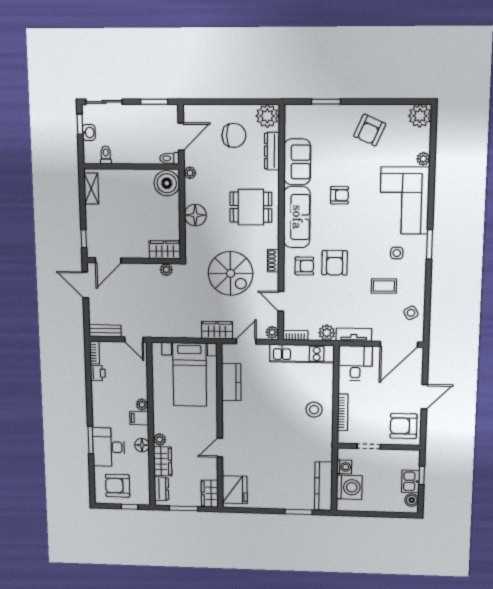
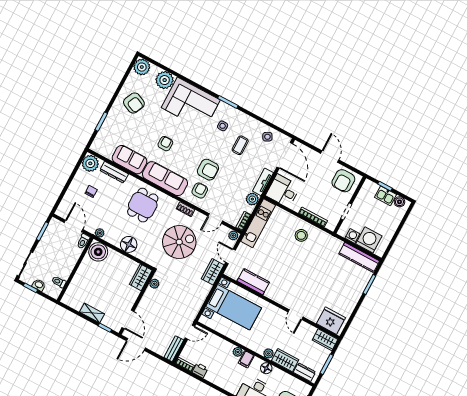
chair: (234, 135) -> (91, 191), width x0.54, depth x0.54
plant: (423, 159) -> (165, 80), width x1.87, depth x1.87
shelving: (91, 189) -> (92, 313), moved

